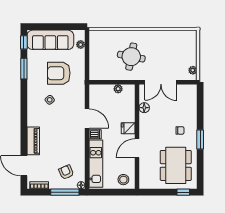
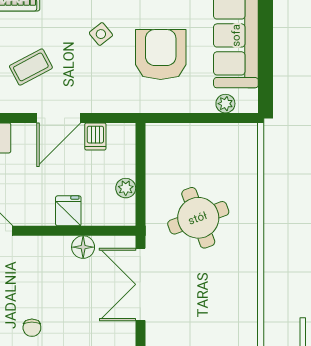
round table: (131, 57) -> (198, 218), turned -31
fridge: (128, 128) -> (68, 211), moved
coffee table: (64, 131) -> (31, 67), added
dishwasher: (95, 134) -> (95, 136), moved

